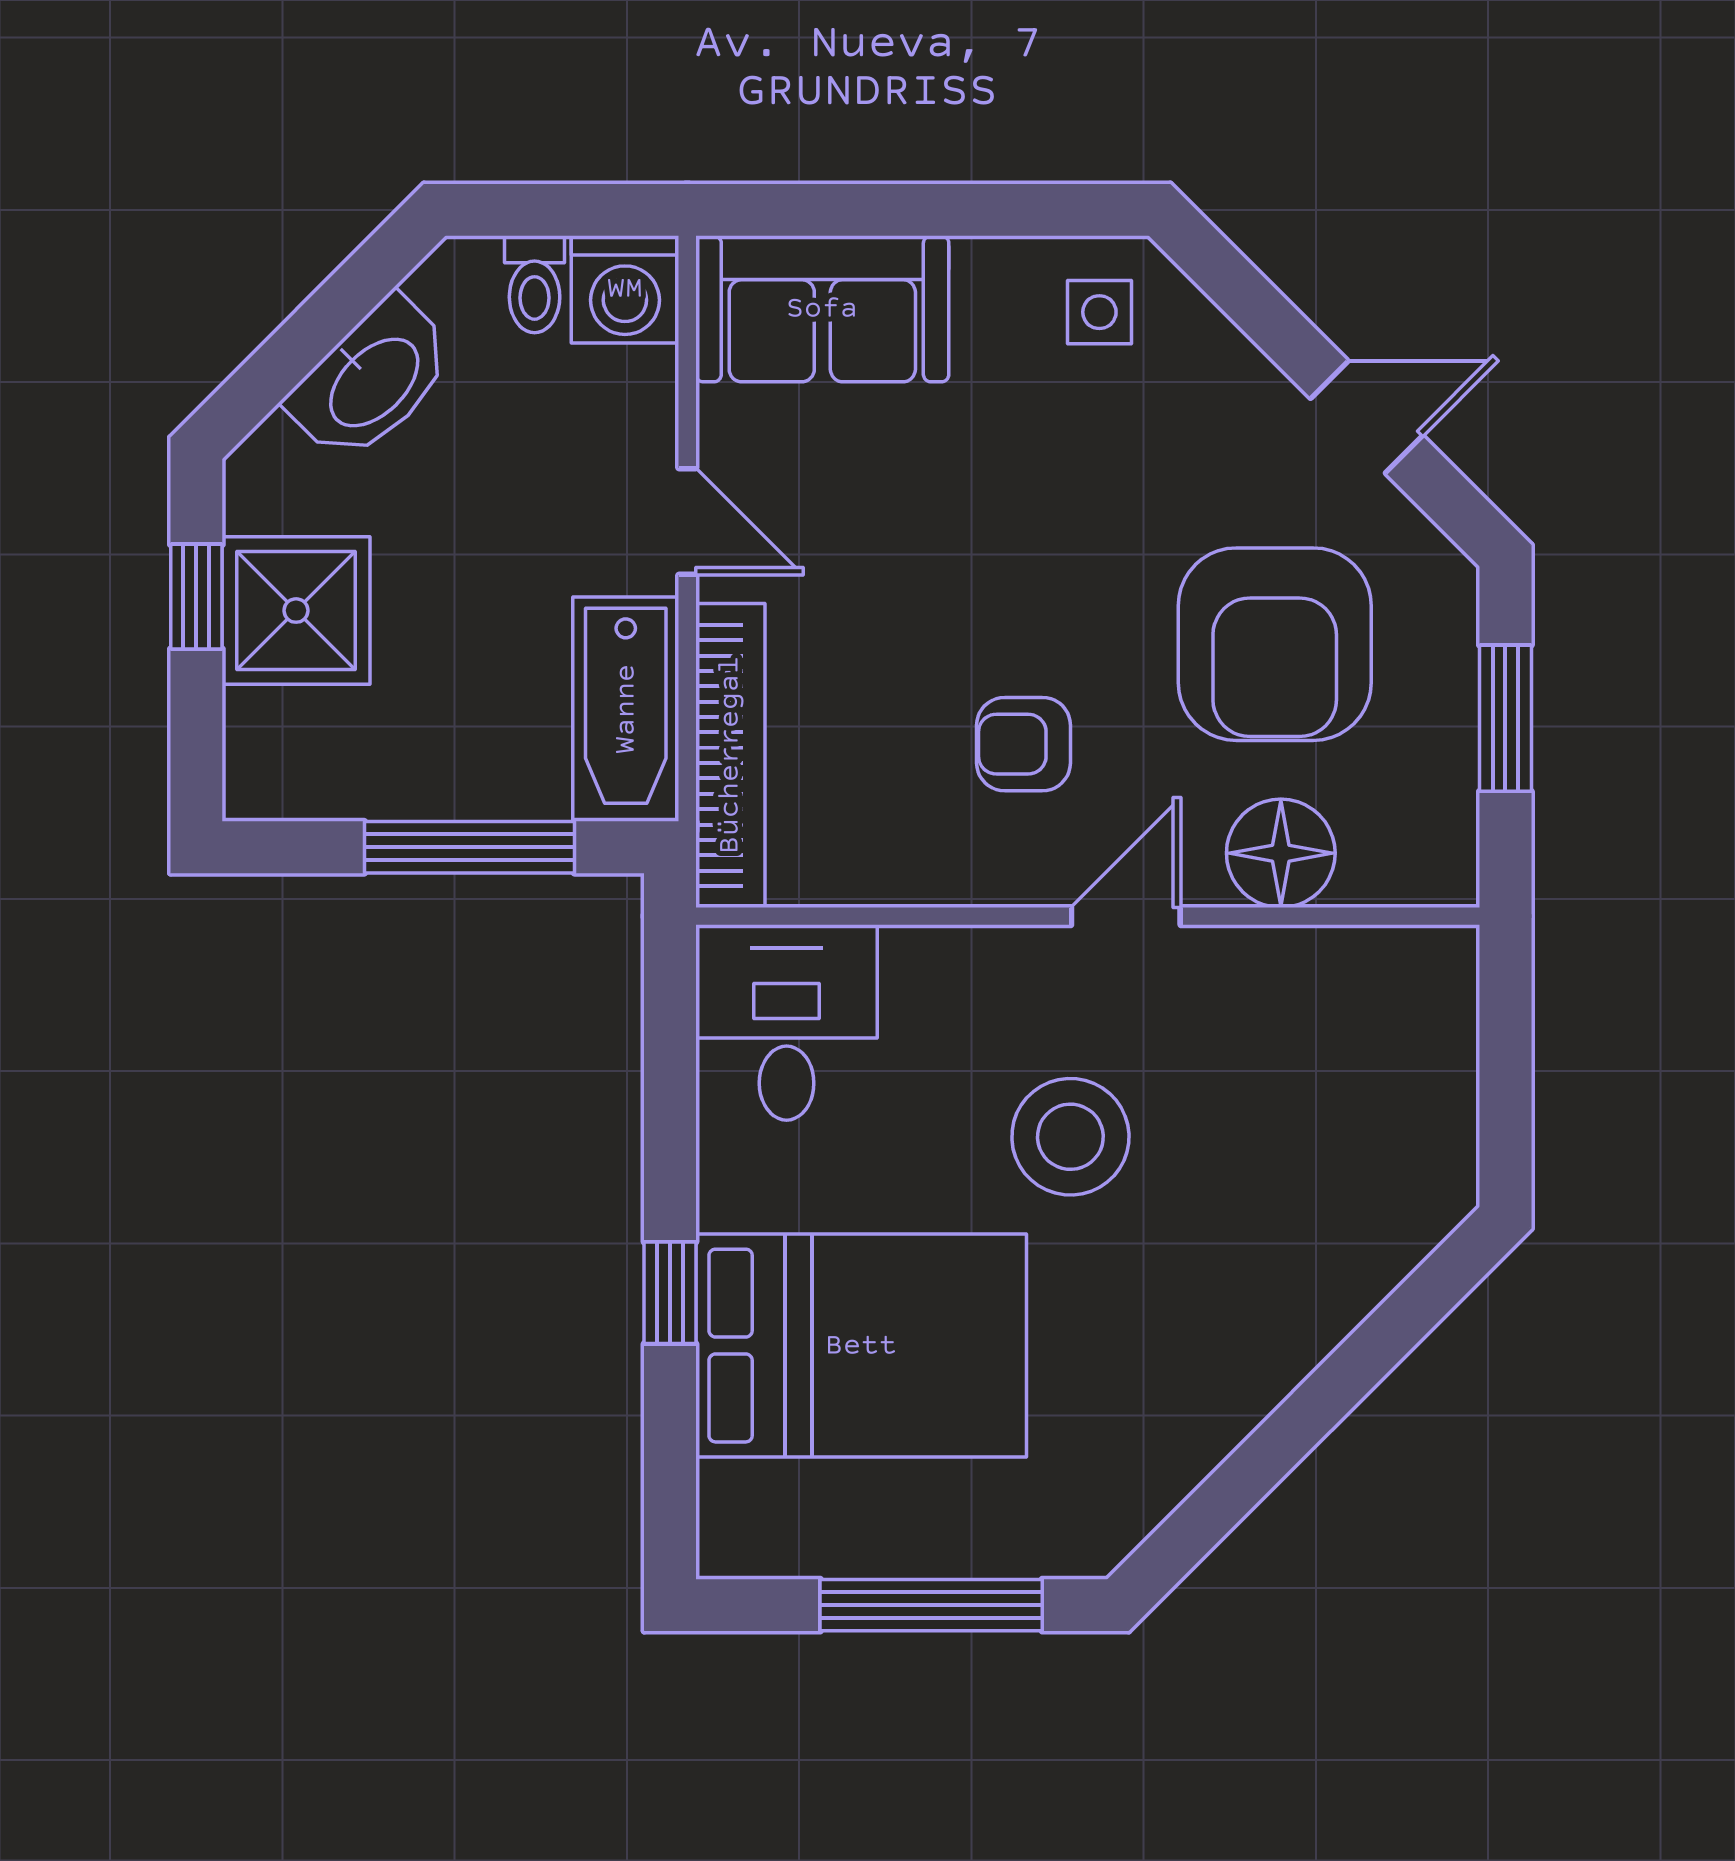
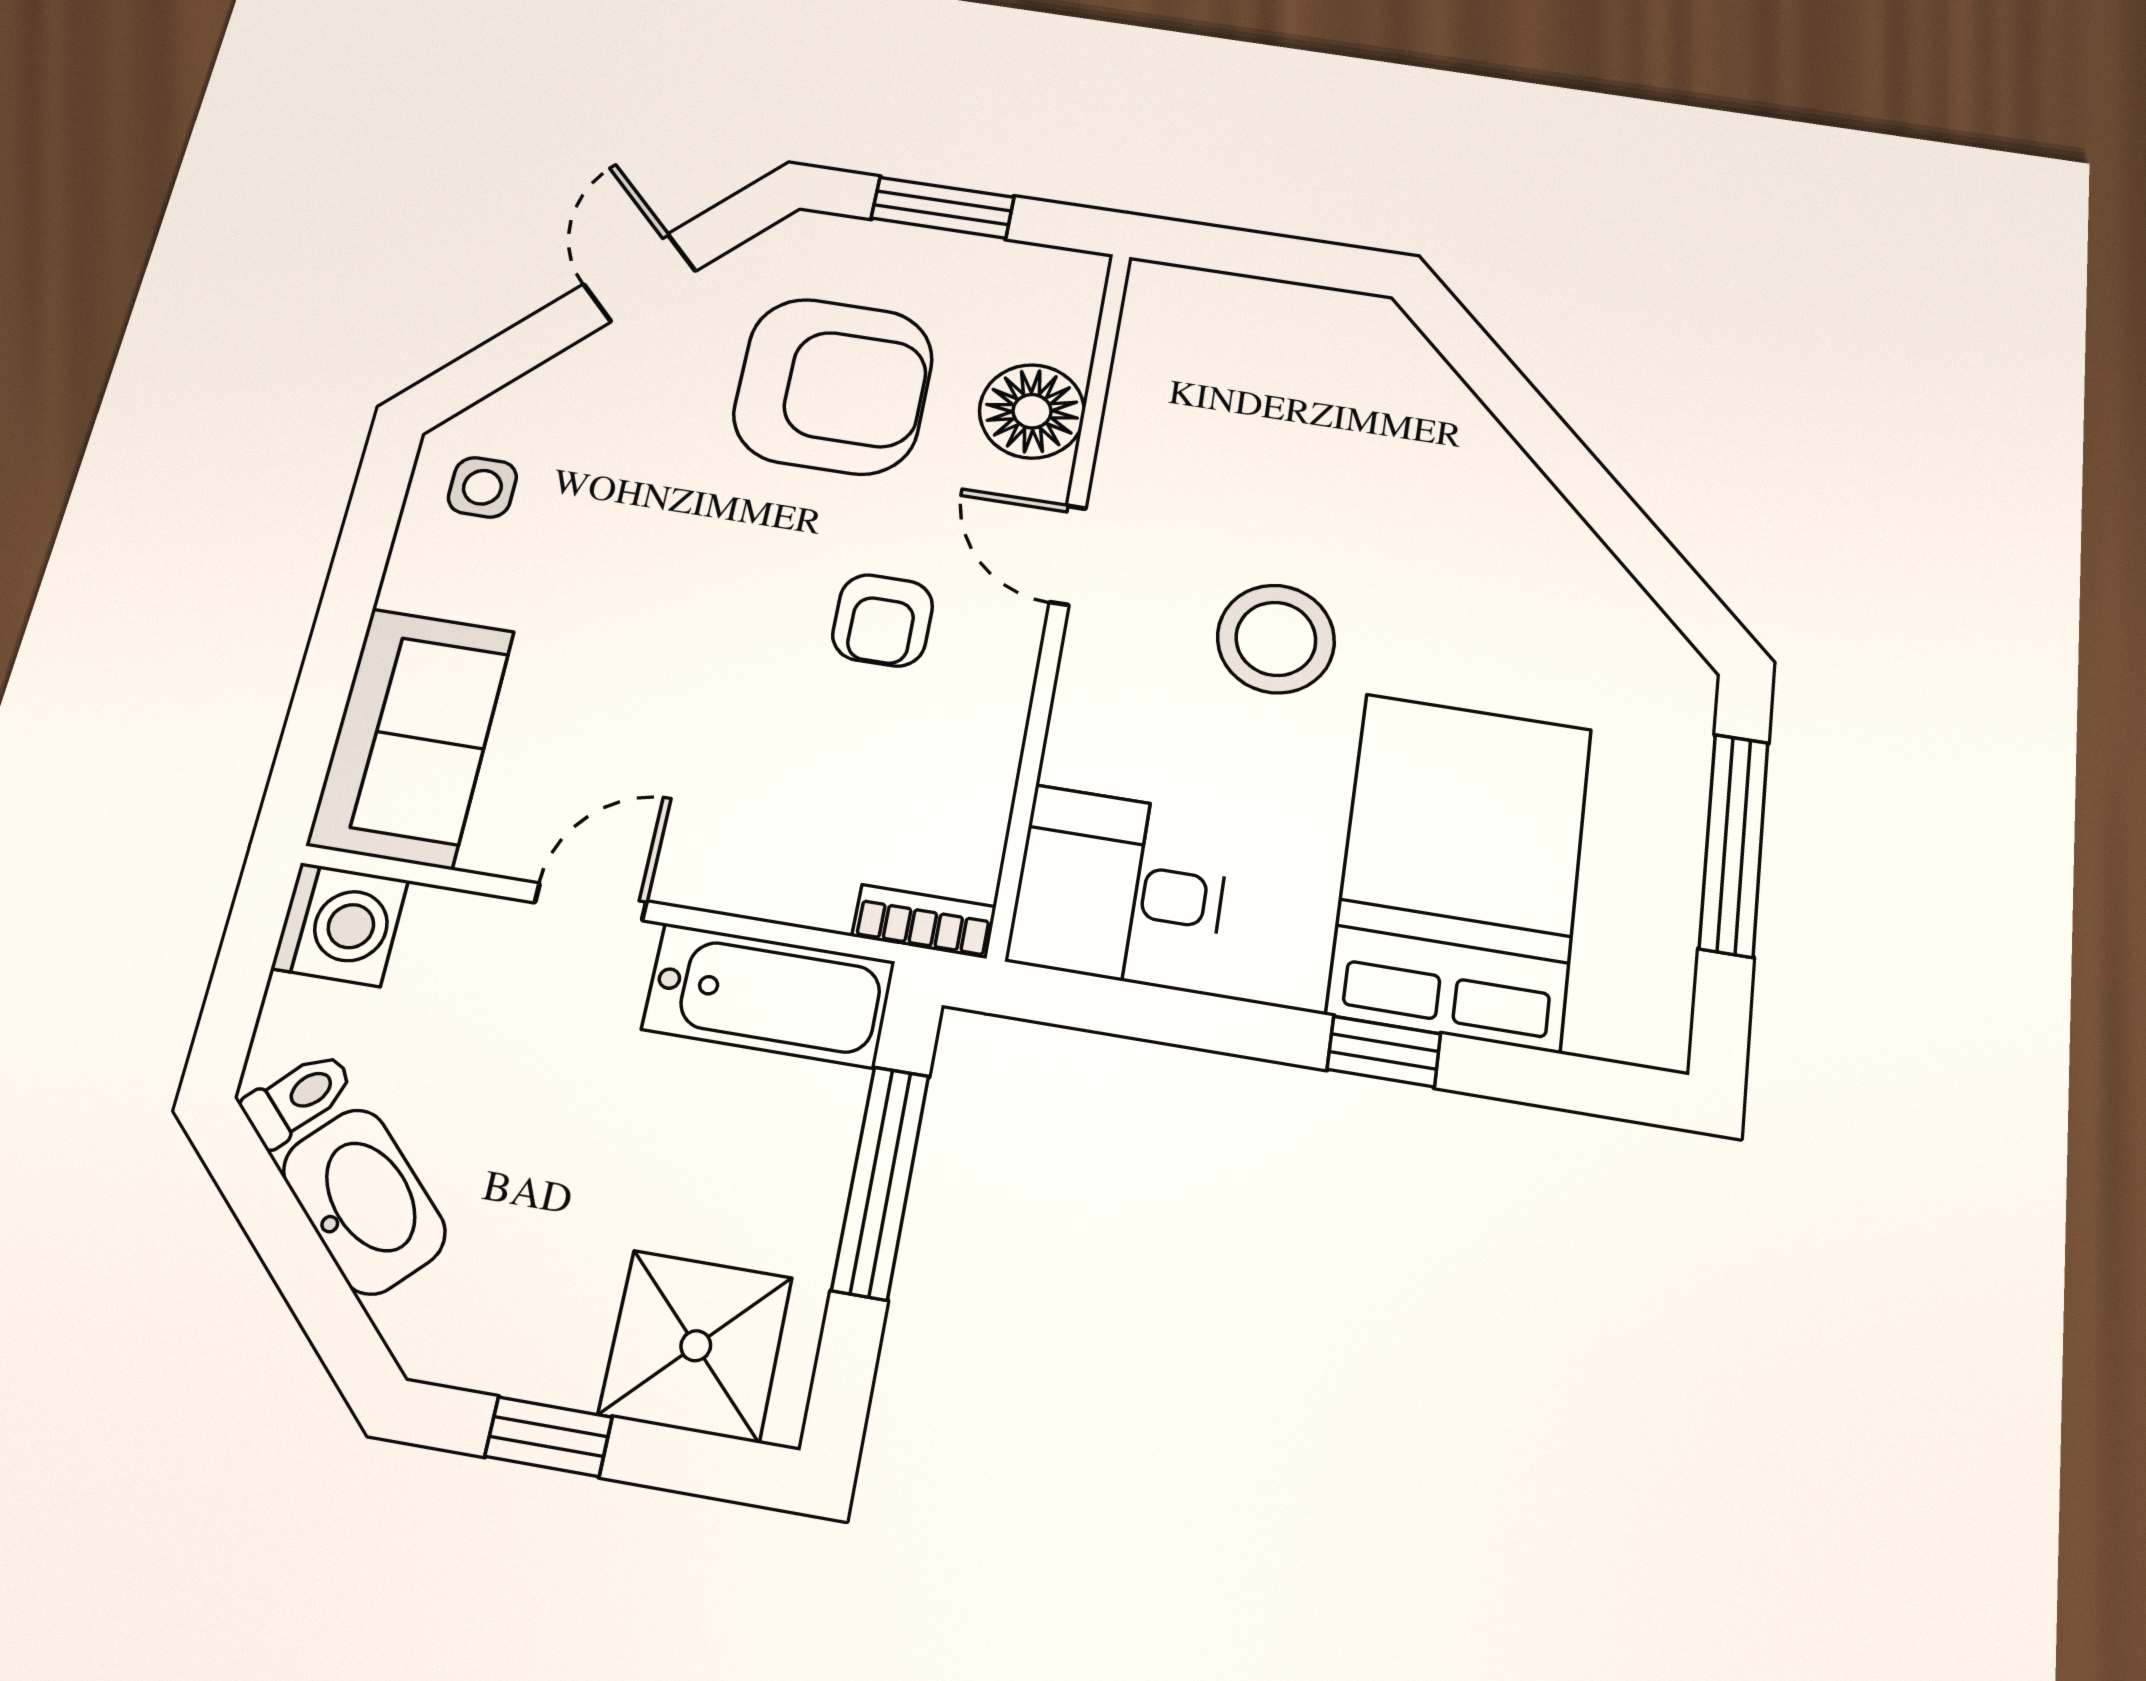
toilet: (535, 284) -> (298, 1098), moved, turned -45
shower: (296, 611) -> (696, 1346), moved
bookcase: (730, 755) -> (924, 921), width x0.43, depth x0.76

